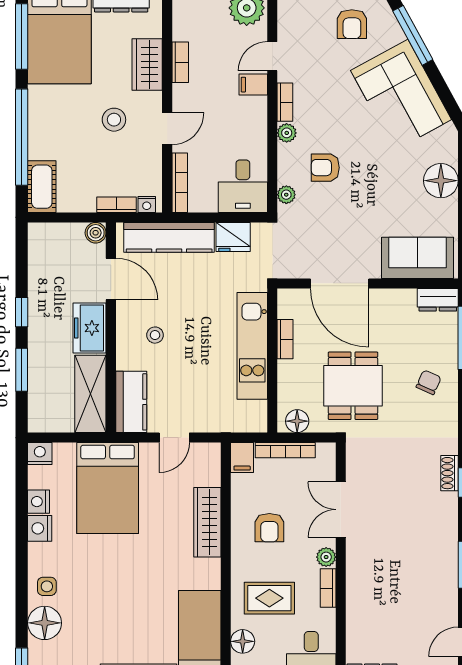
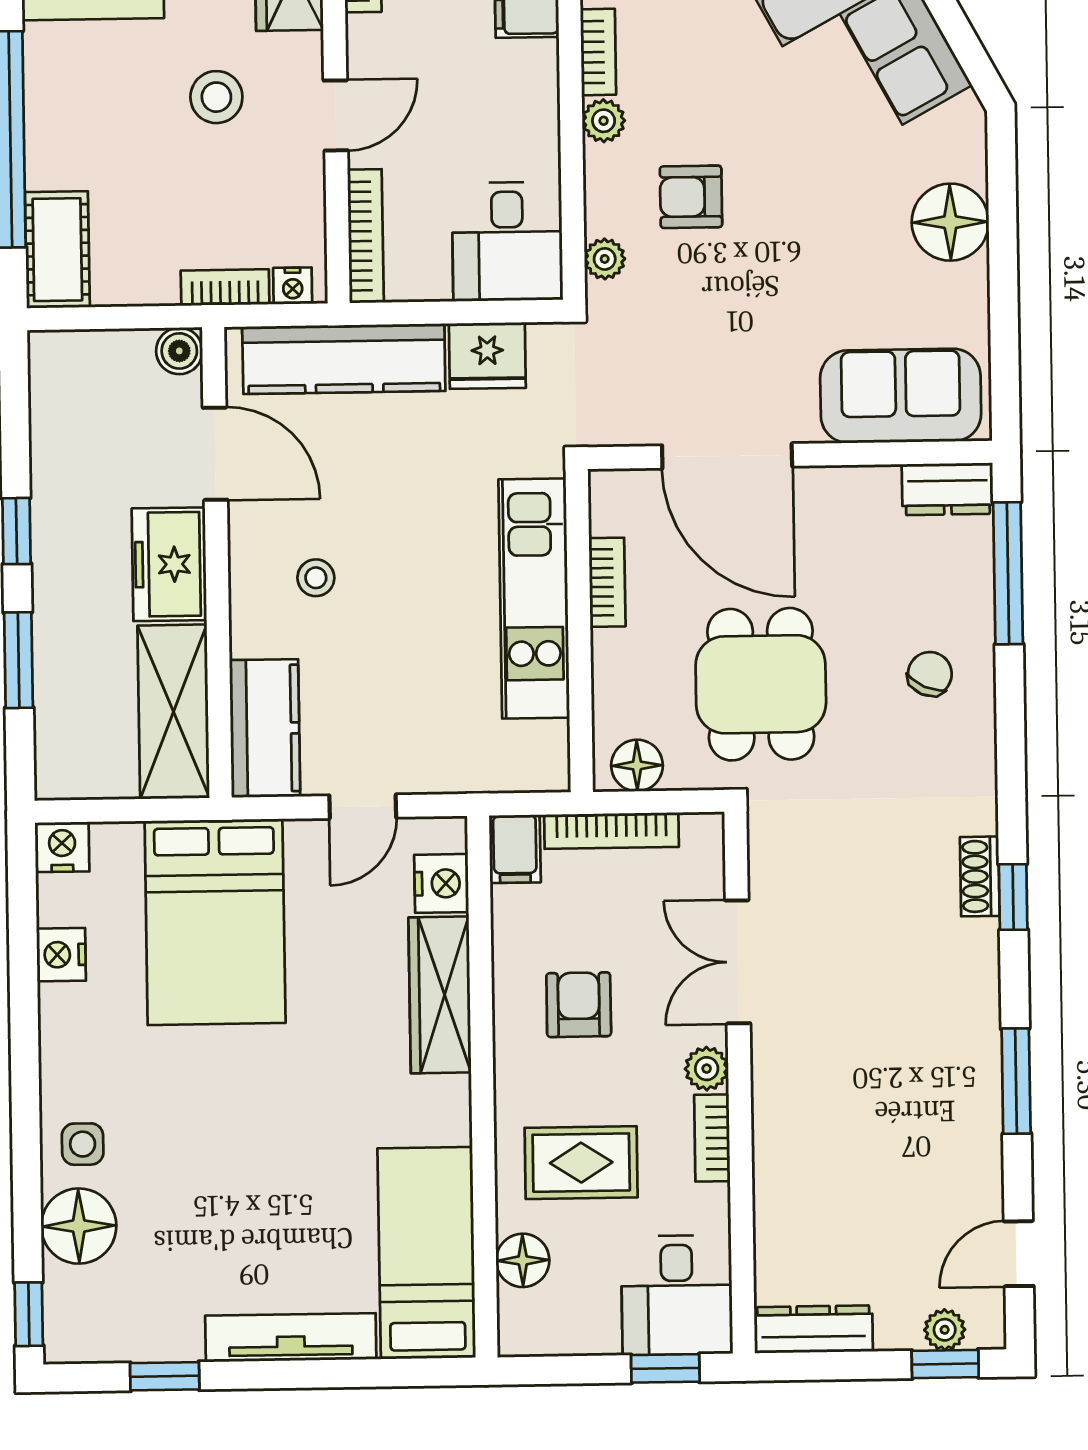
nightstand: (40, 528) -> (441, 883), moved, turned 180
armchair: (269, 528) -> (579, 1005), turned 180

